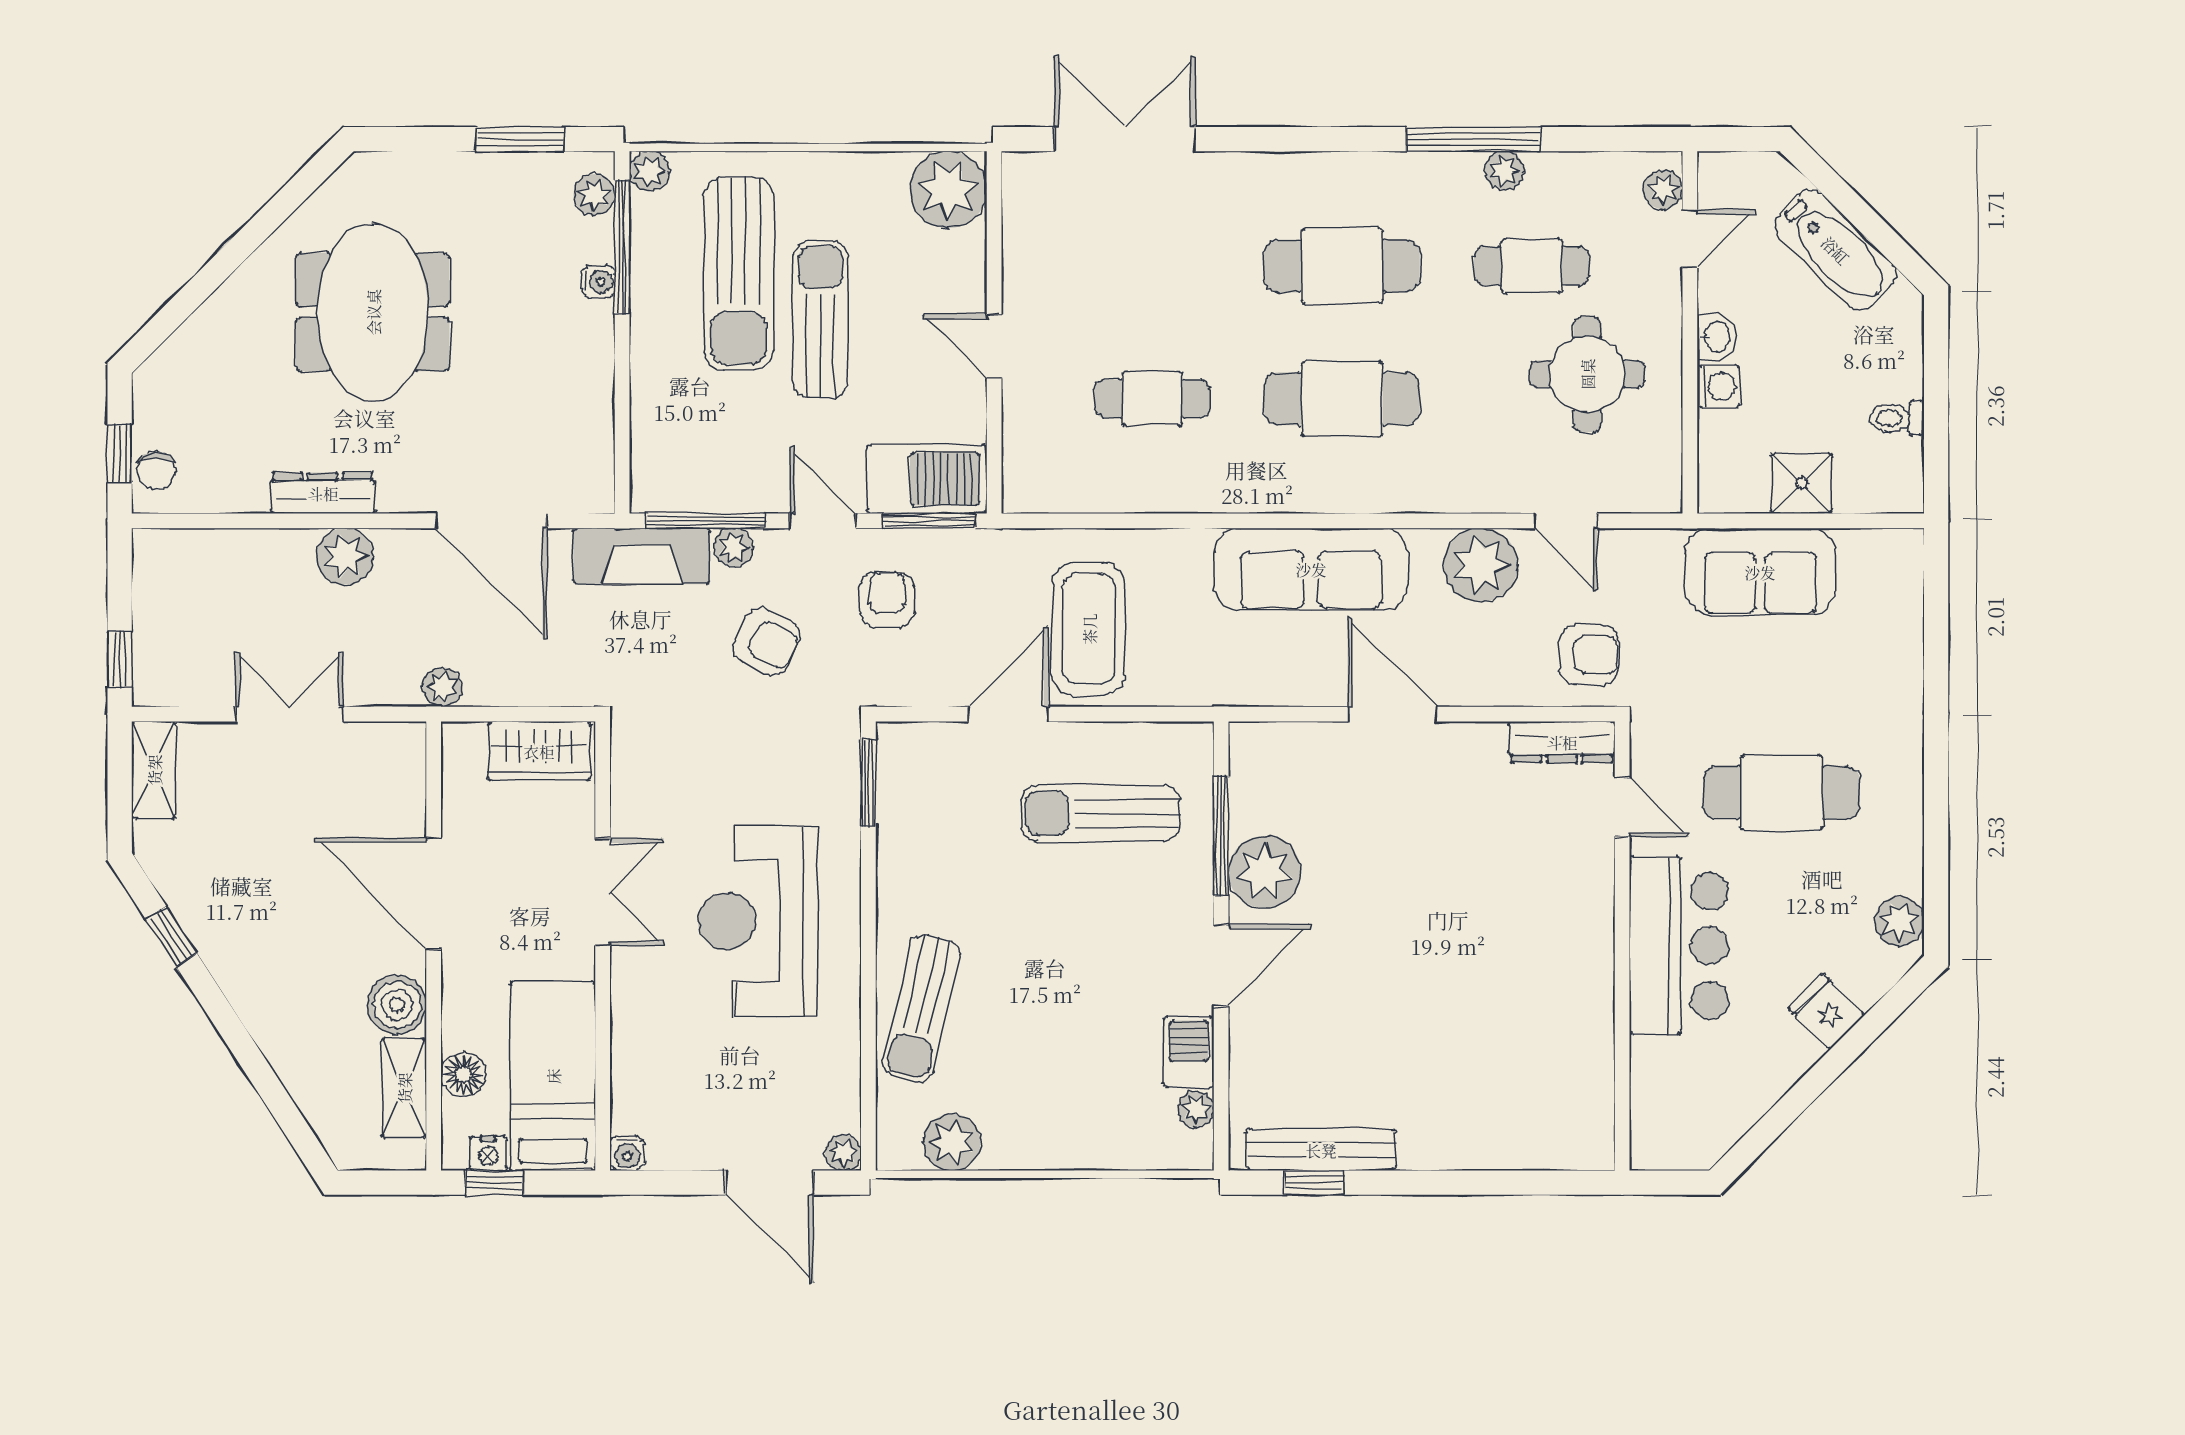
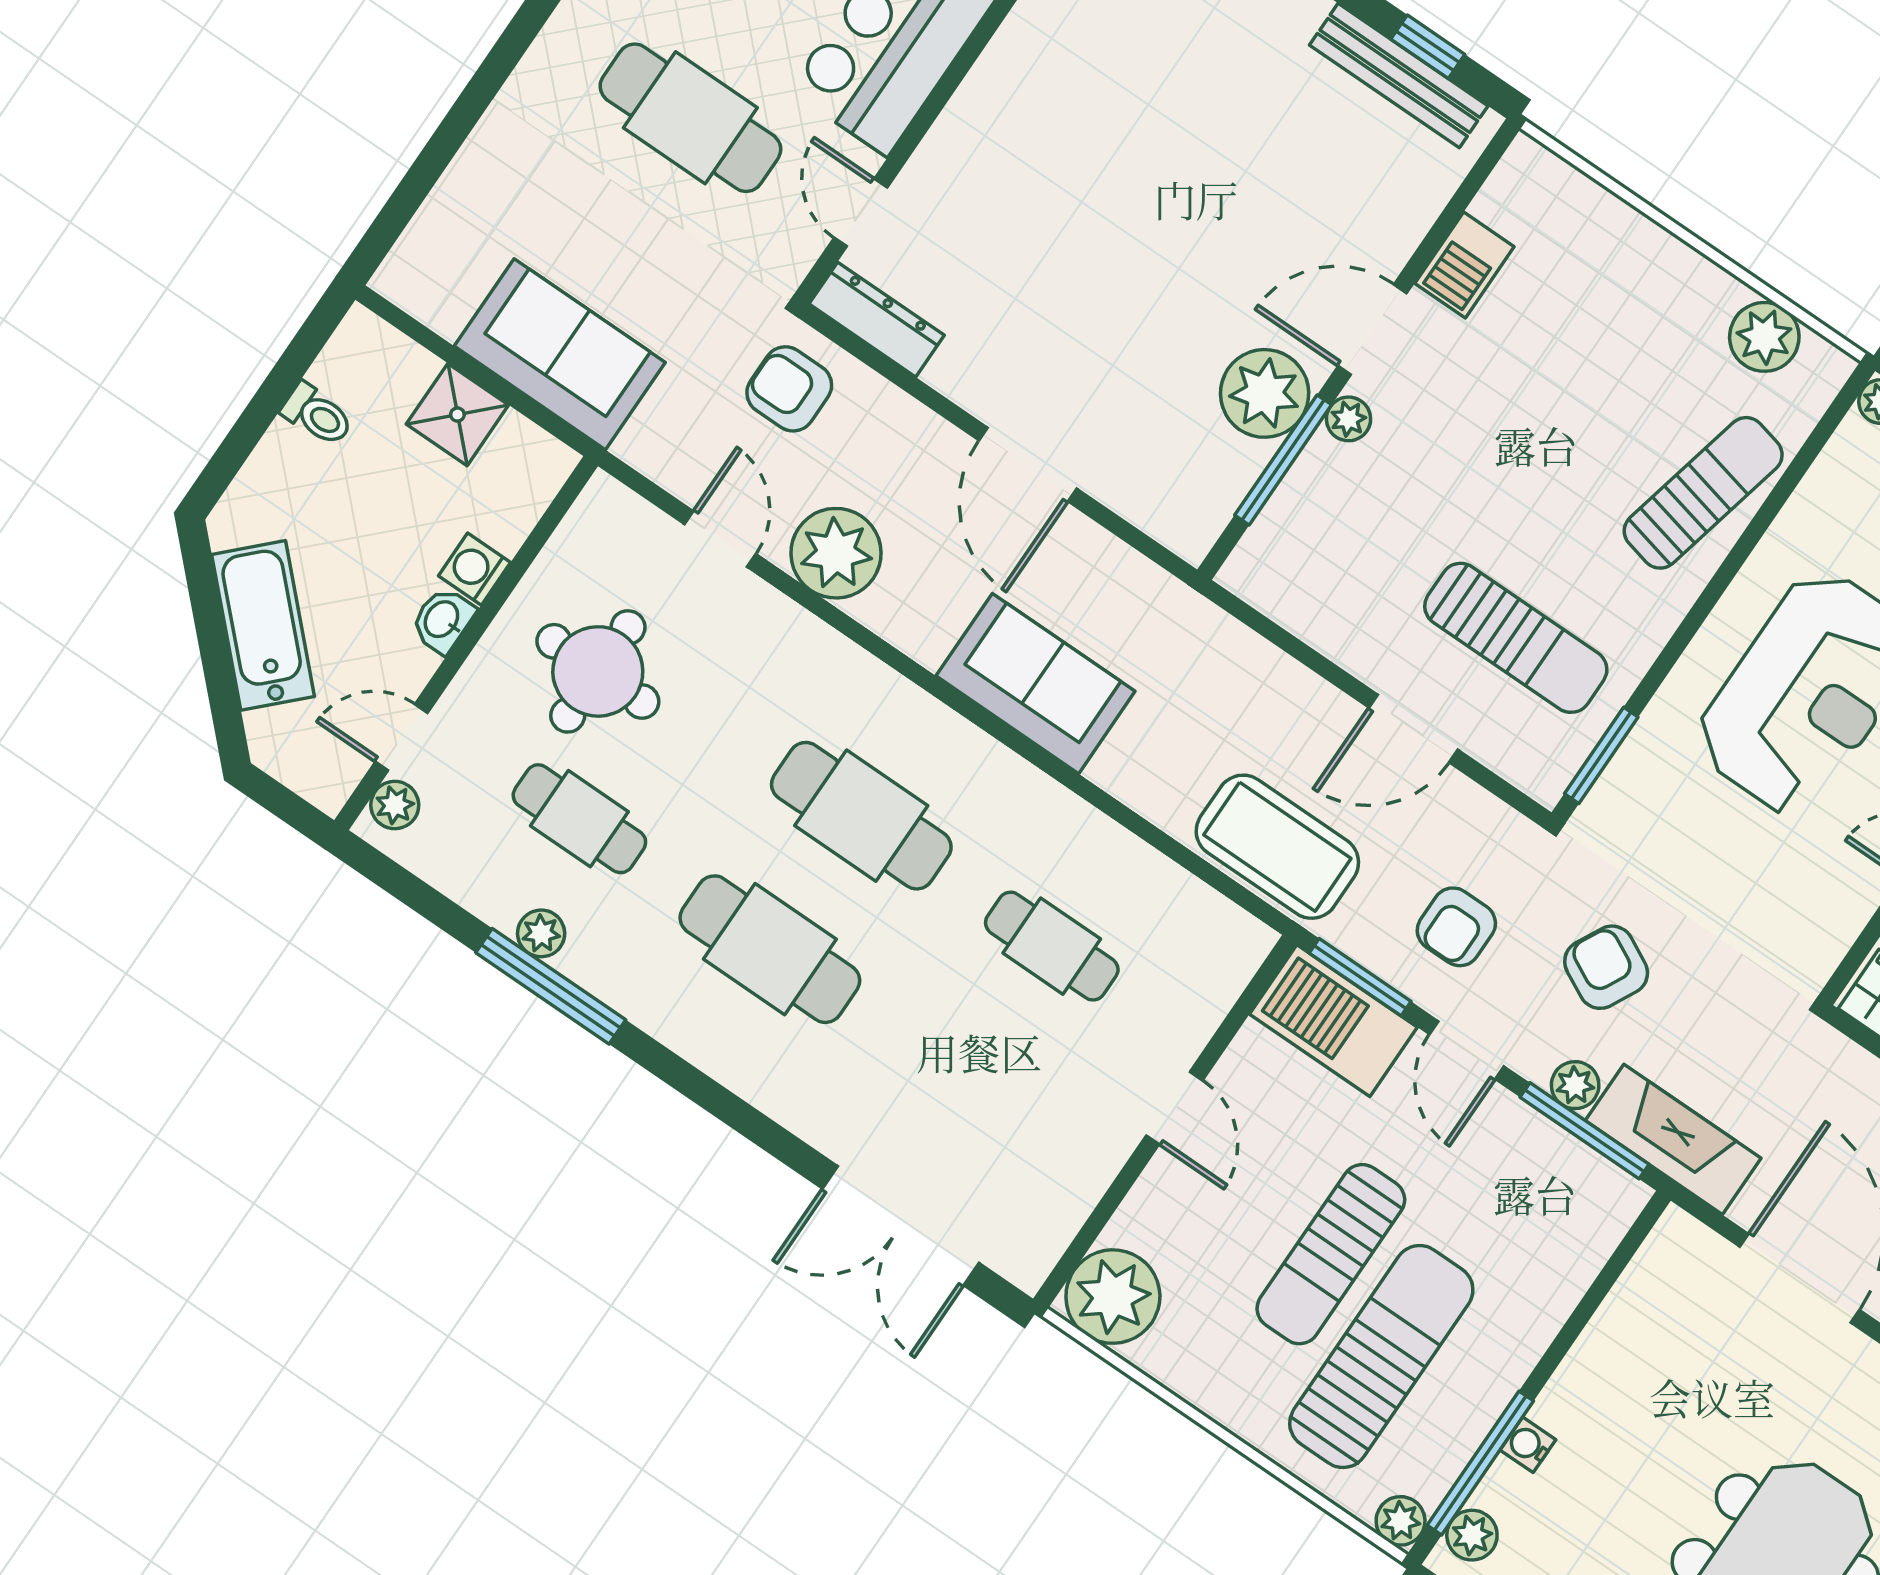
sofa: (1311, 569) -> (1036, 684), width x0.73
coffee table: (1089, 629) -> (1277, 847), moved, turned 90
sun lounger: (1100, 813) -> (1516, 638), moved
plant: (1196, 1109) -> (1348, 419), moved

